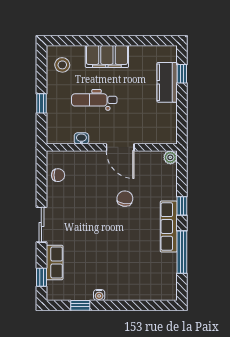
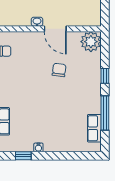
washbasin: (81, 138) -> (37, 22), moved
plant: (170, 157) -> (91, 42), width x1.87, depth x1.87
row of seats: (169, 226) -> (94, 128), moved, width x0.68

